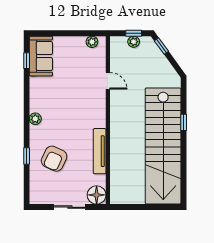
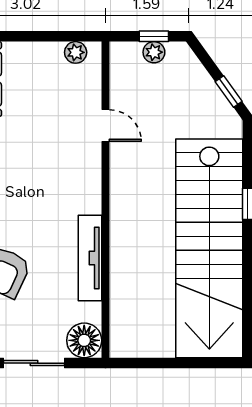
window: (161, 46) -> (229, 91), moved

